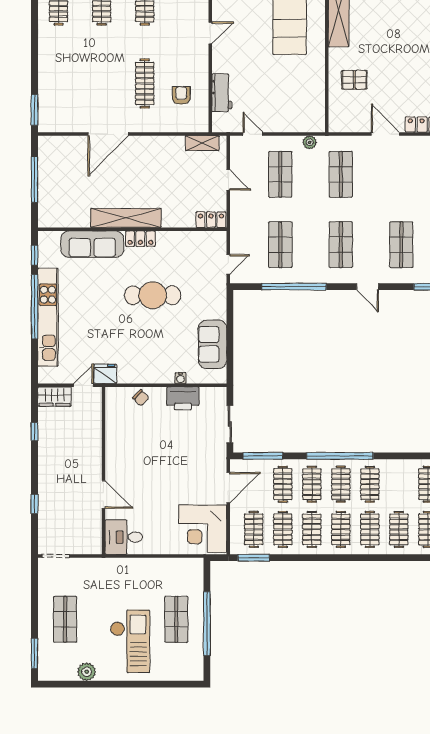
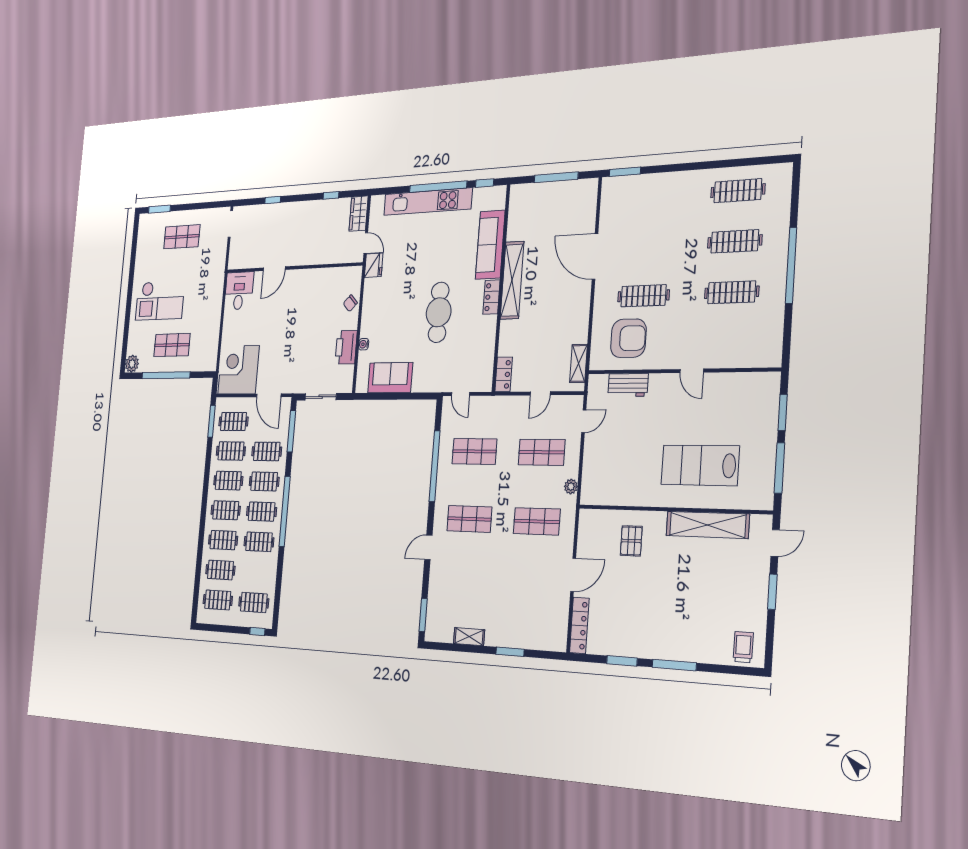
armchair: (181, 95) -> (628, 338), width x1.88, depth x1.88
shop shelf: (401, 245) -> (464, 587), removed
plant: (87, 672) -> (132, 364), moved

